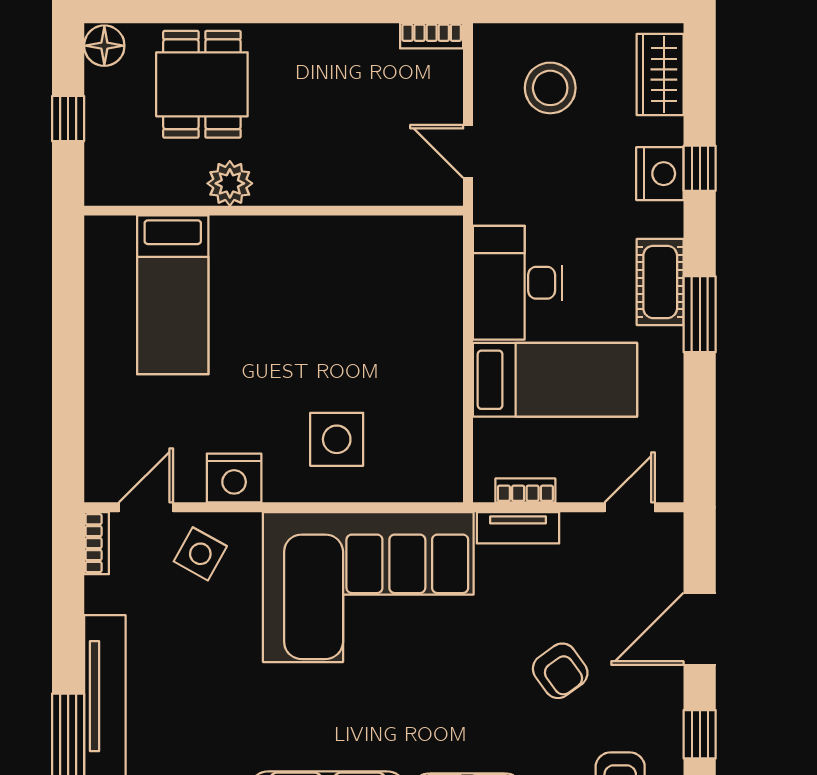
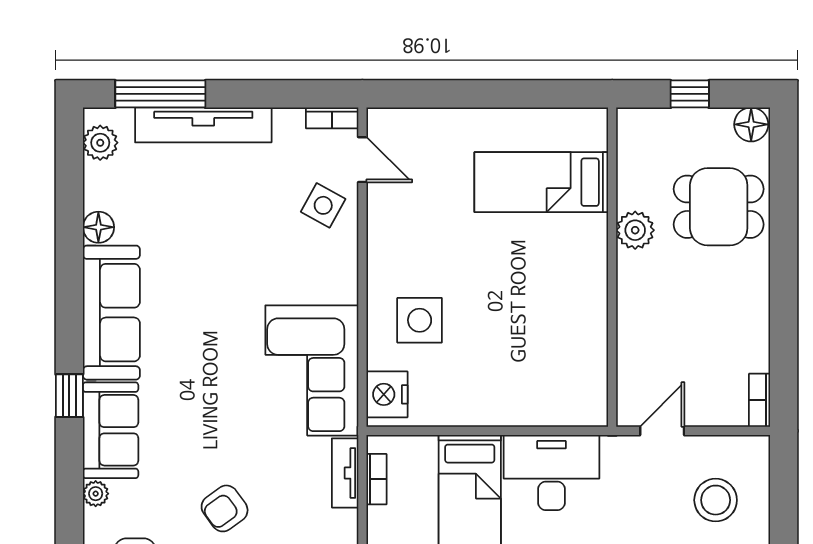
nightstand: (234, 478) -> (387, 394), moved
corner sofa: (368, 587) -> (312, 370), width x0.73, depth x0.74

